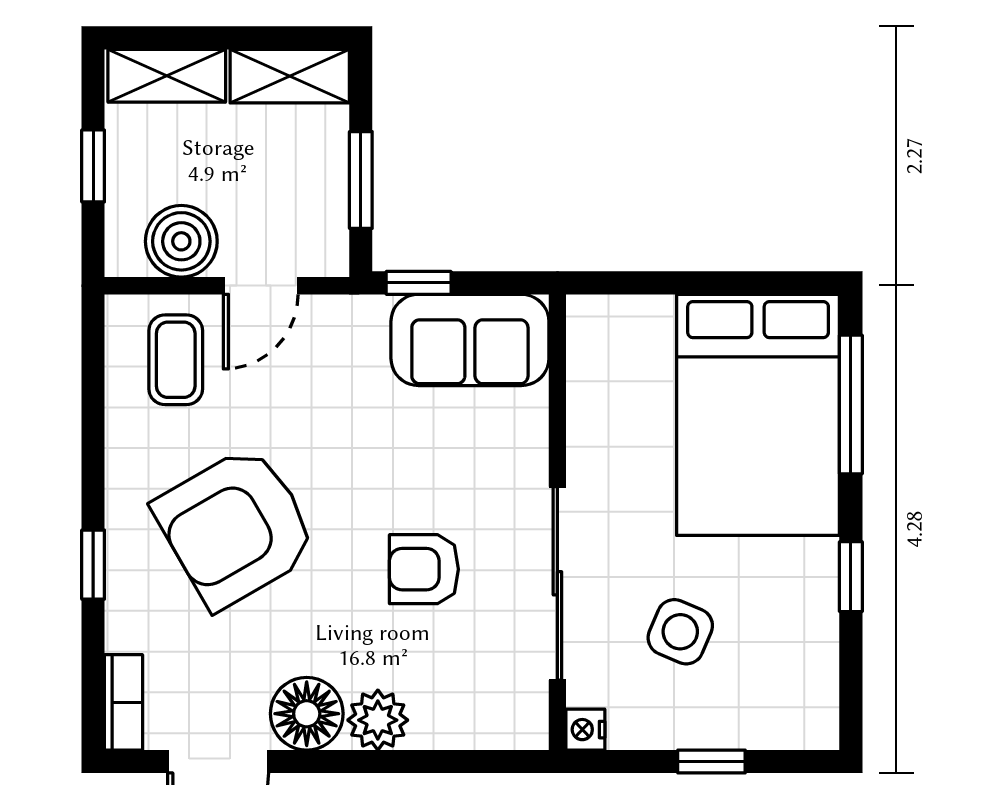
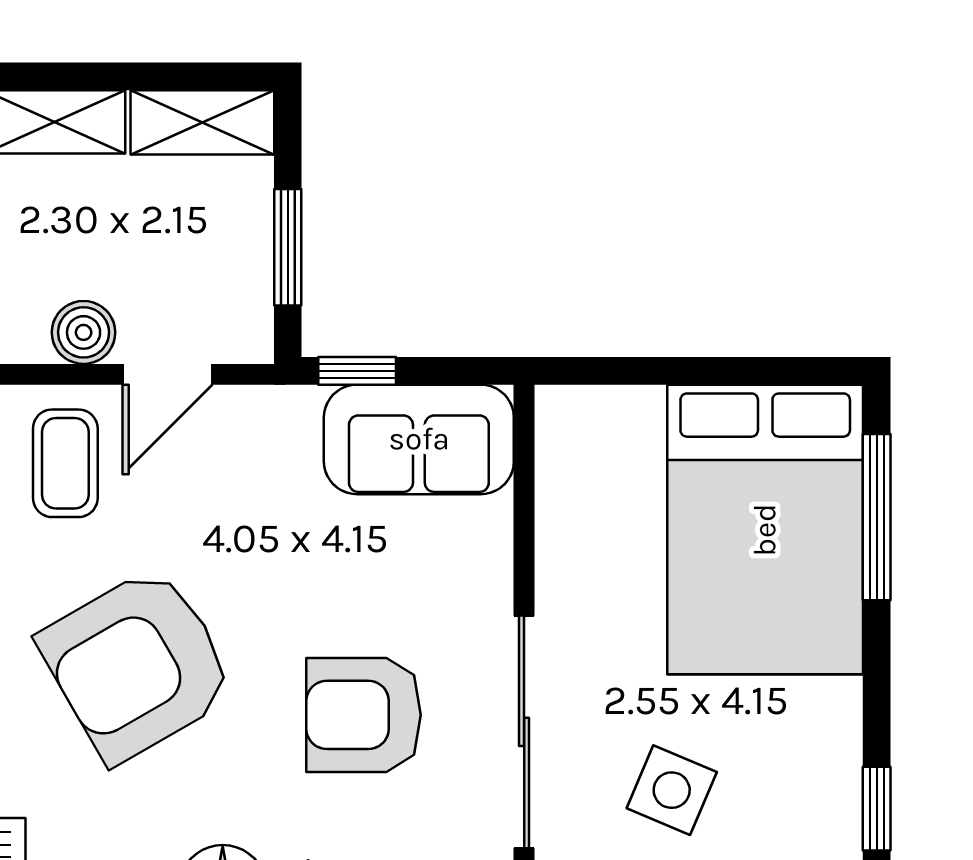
boiler: (181, 241) -> (84, 332), width x0.73, depth x0.73
armchair: (424, 569) -> (364, 715), width x1.38, depth x1.38
window: (851, 577) -> (877, 809), moved

